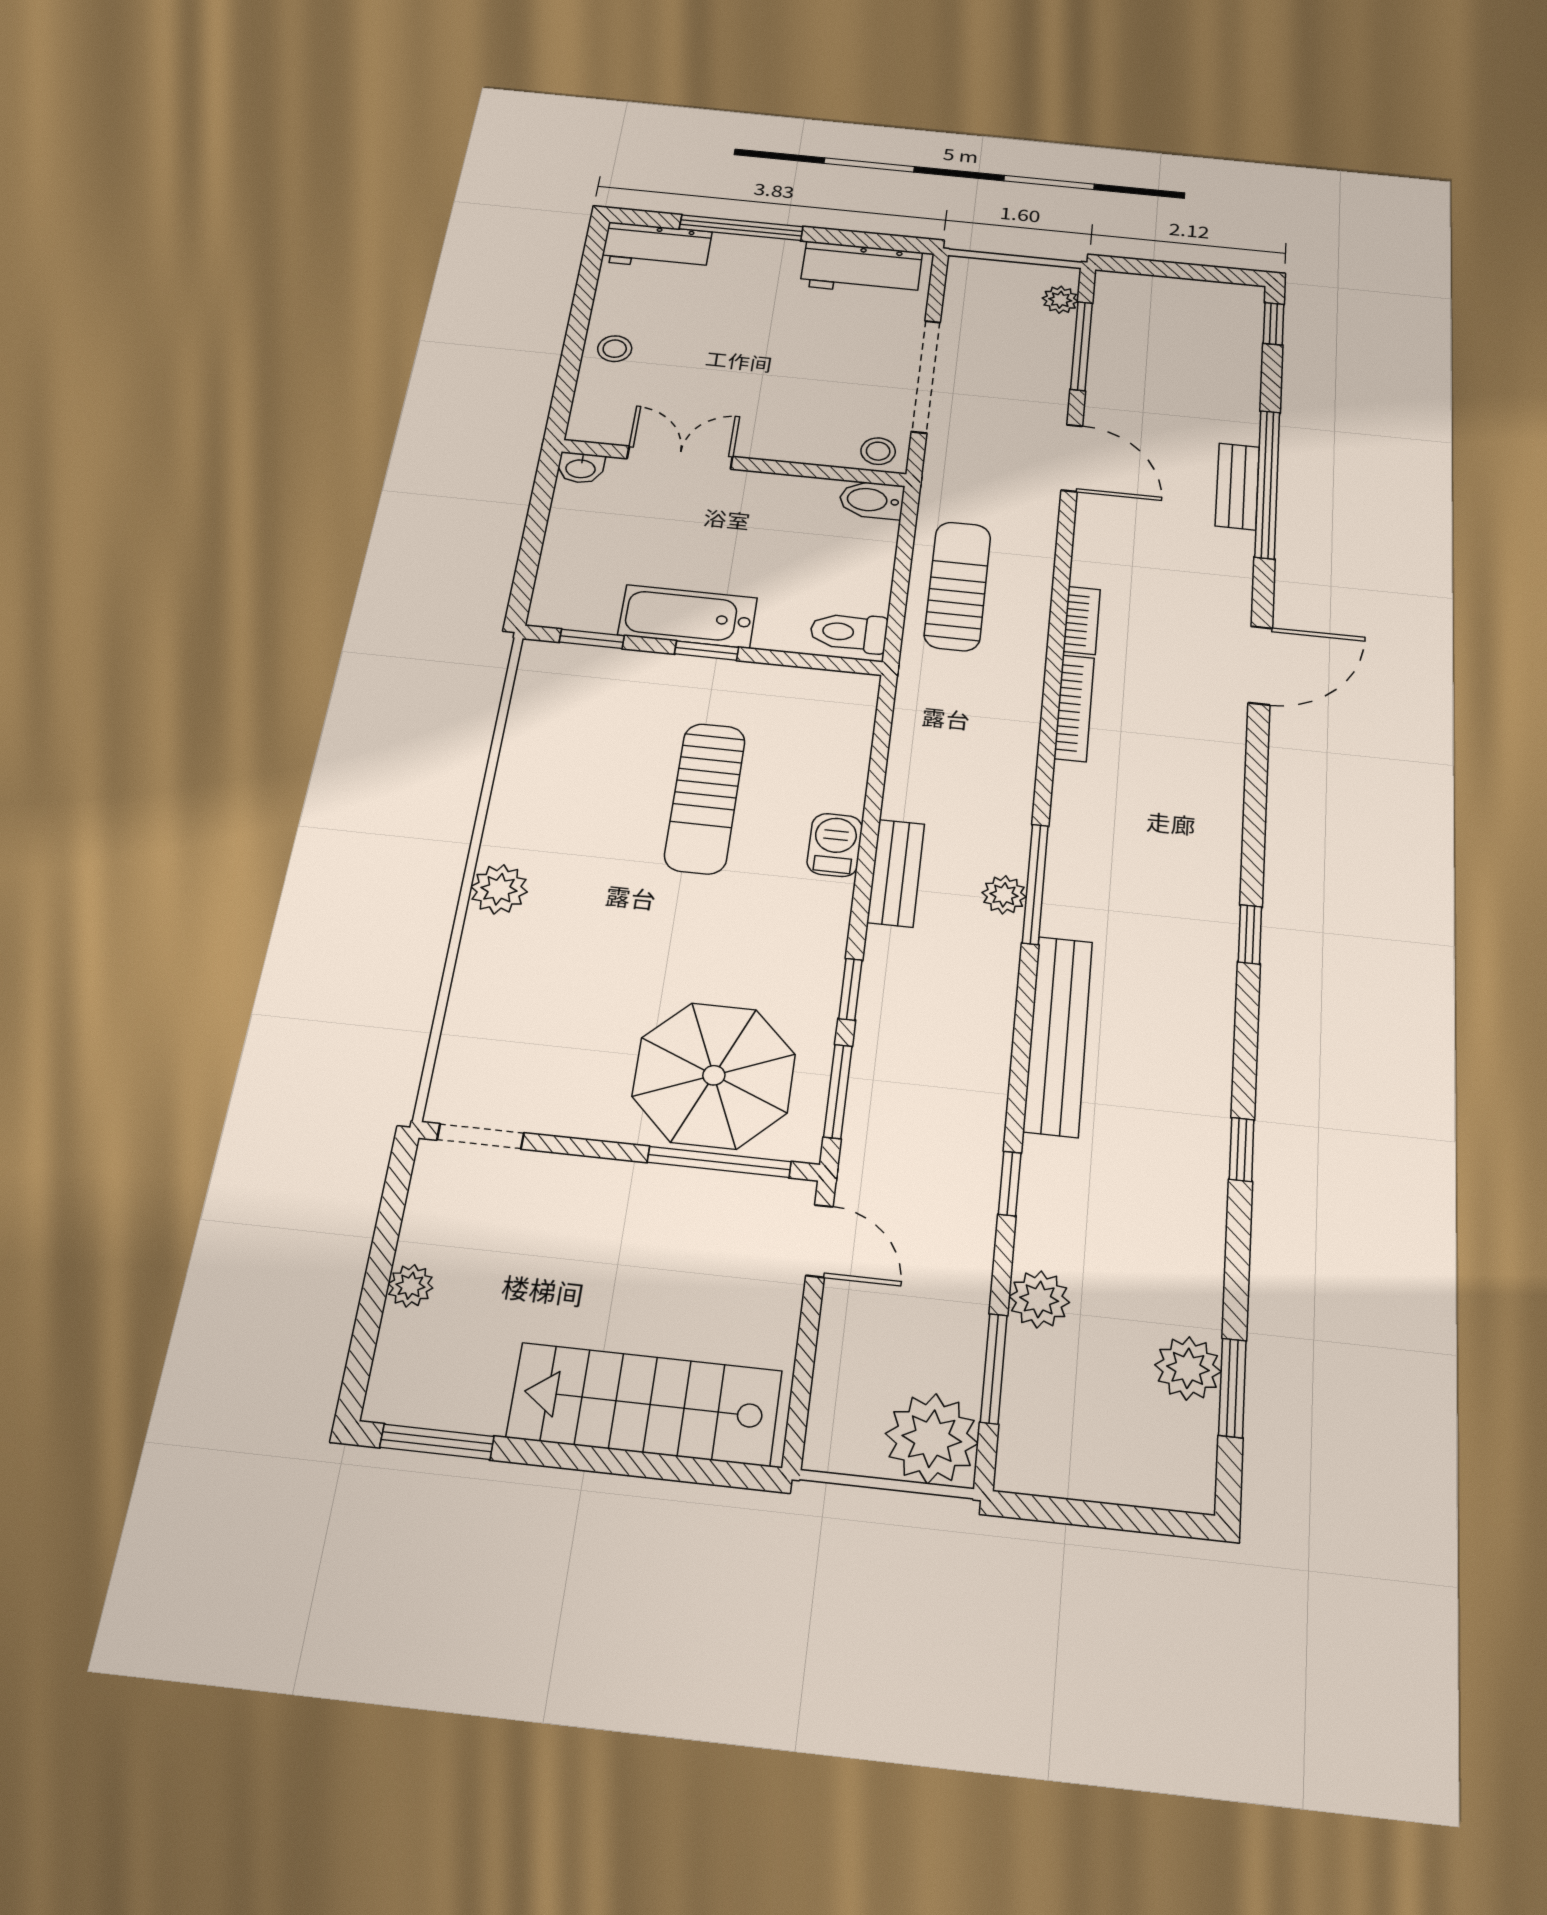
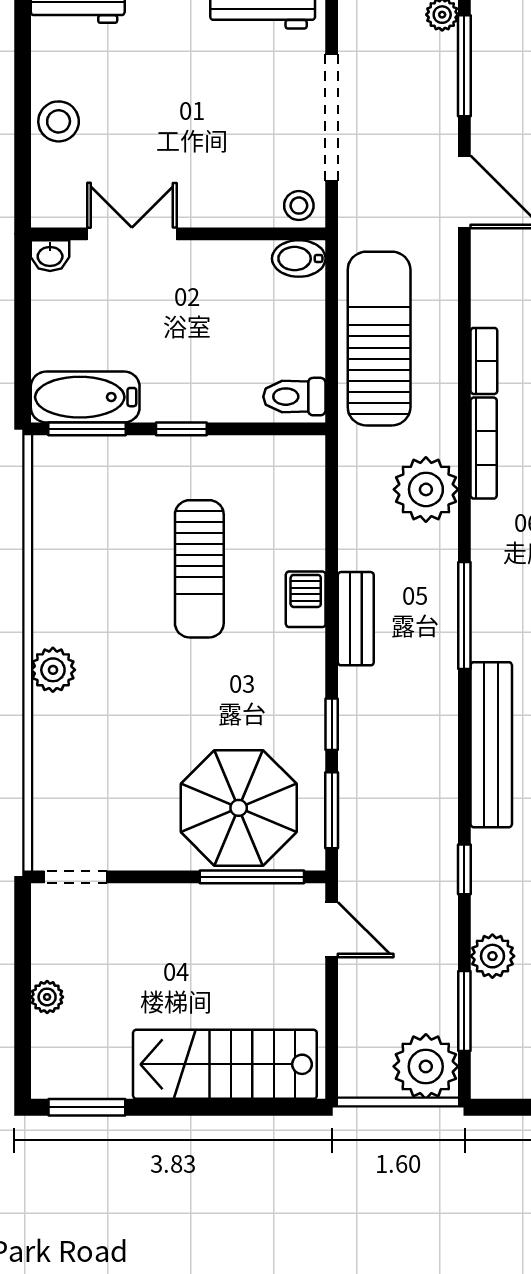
stool: (615, 349) -> (59, 121), width x1.37, depth x1.37
sun lounger: (958, 586) -> (379, 339), width x1.36, depth x1.34
bathtub: (688, 616) -> (85, 397), moved
window: (592, 639) -> (87, 429), width x1.50
plant: (1004, 895) -> (426, 489), moved, width x1.87, depth x1.87

